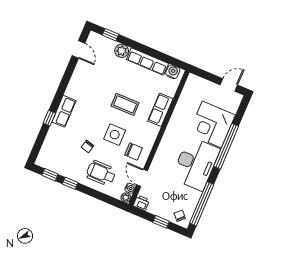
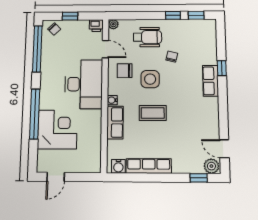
plant: (122, 51) -> (211, 166), moved
desk: (196, 164) -> (84, 84), moved, turned 180
water cooler: (130, 188) -> (112, 100), moved

